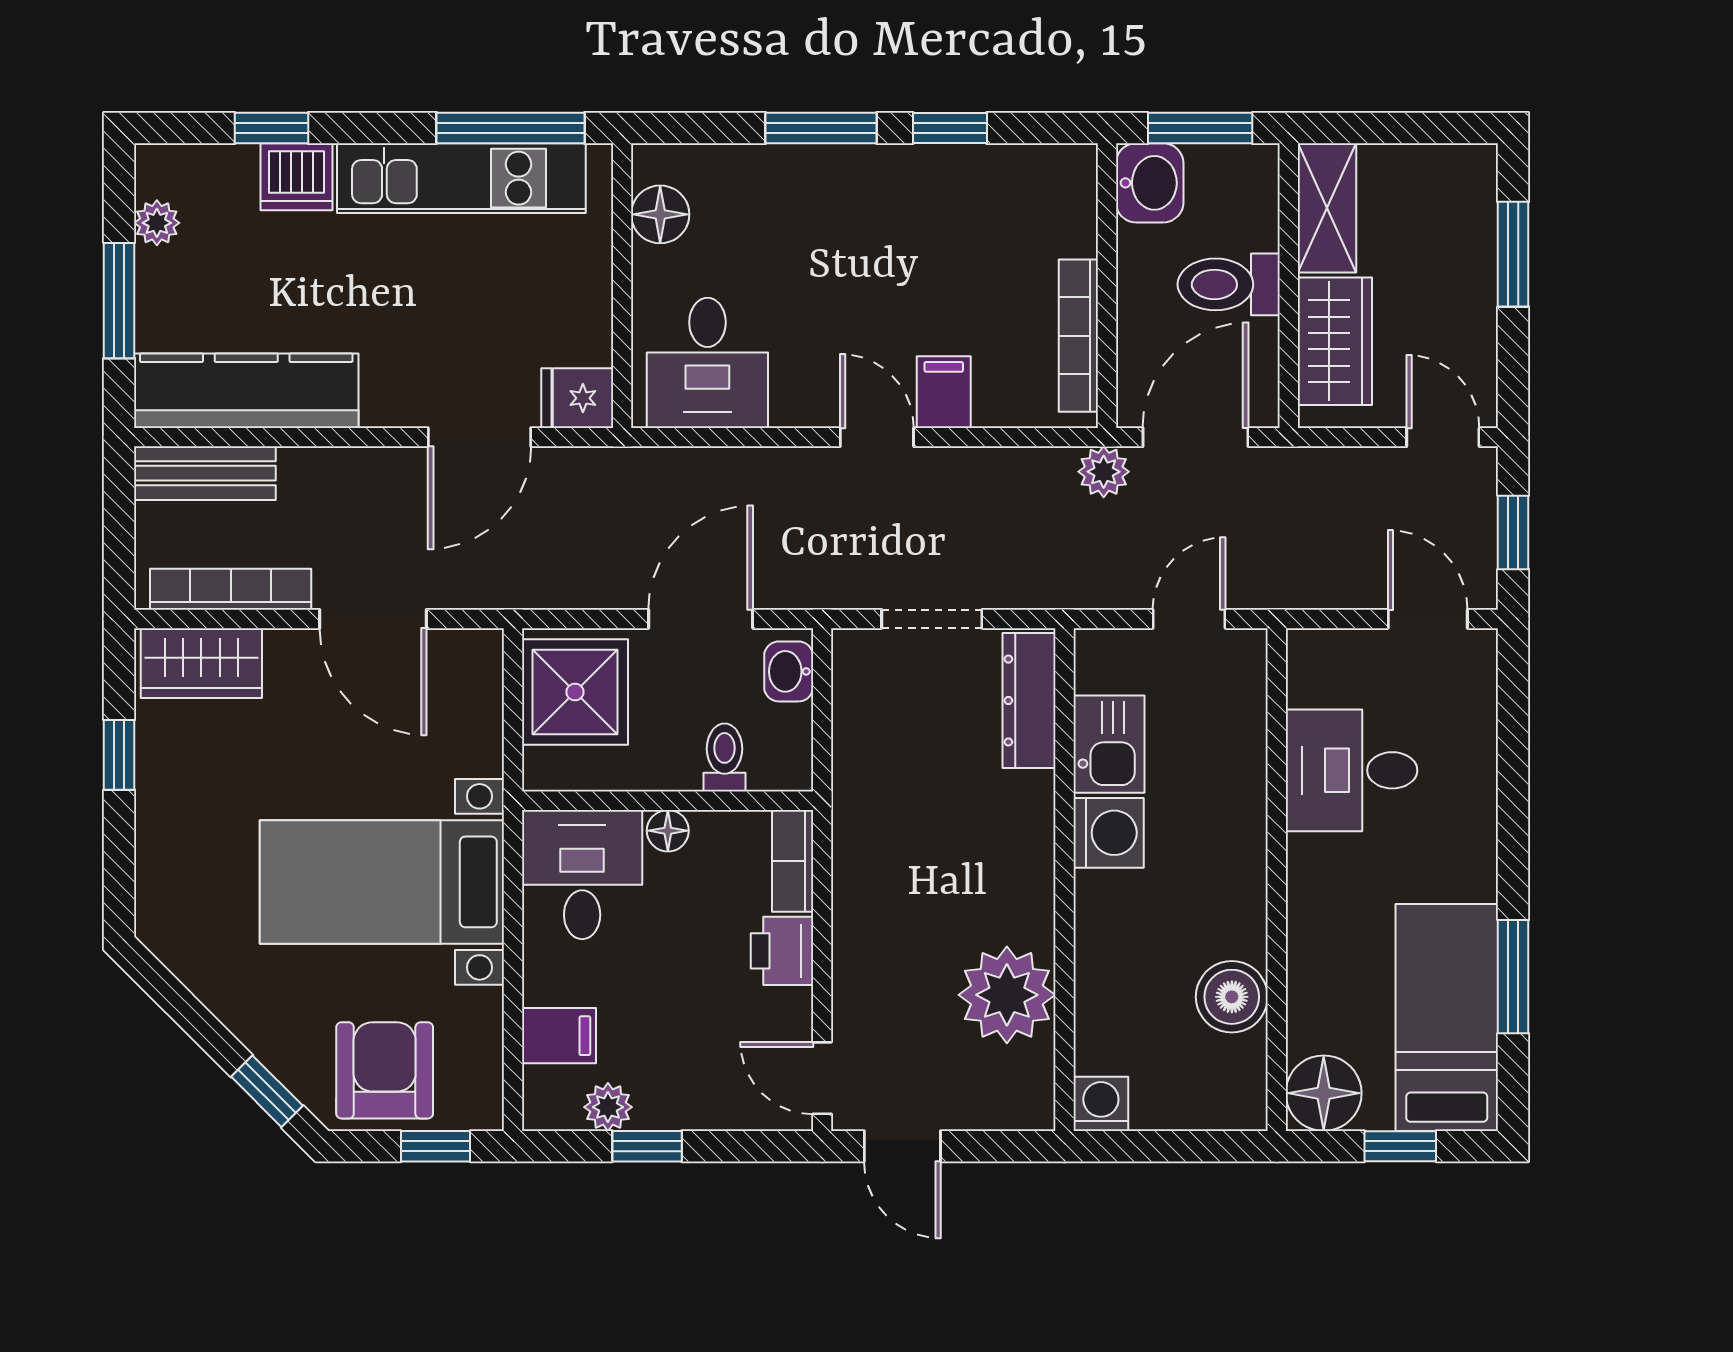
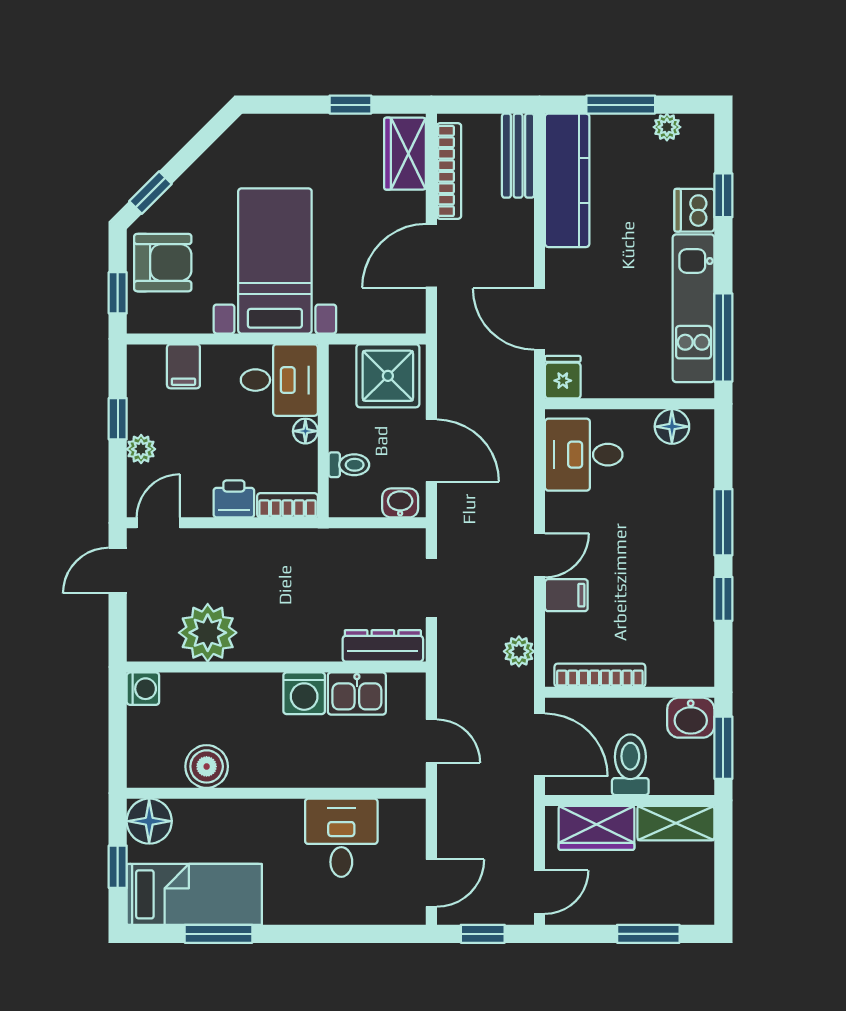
plant: (1104, 472) -> (519, 651), moved
plant: (608, 1107) -> (141, 449), moved

